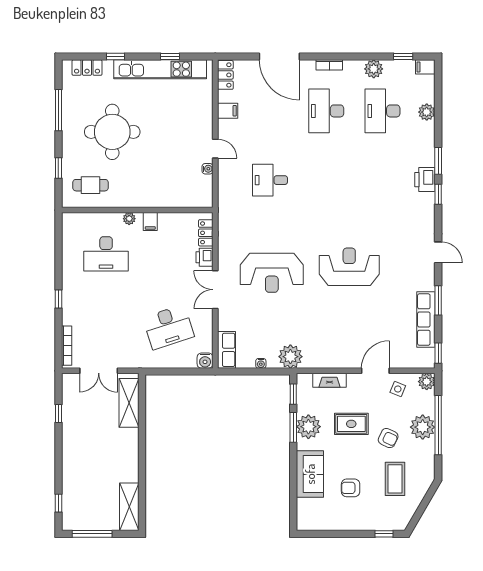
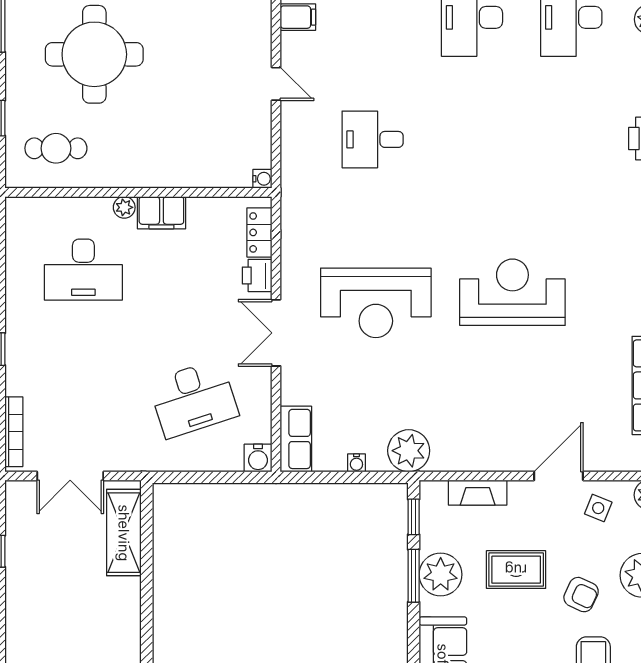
water cooler: (207, 169) -> (262, 179), moved
filing cabinet: (150, 222) -> (161, 213), width x2.00

